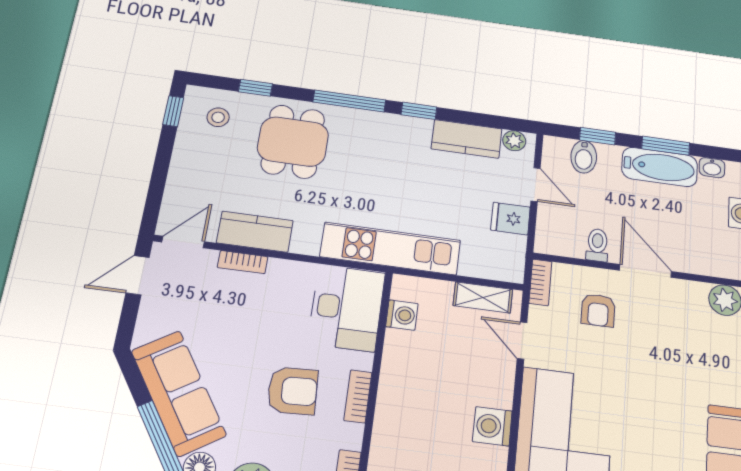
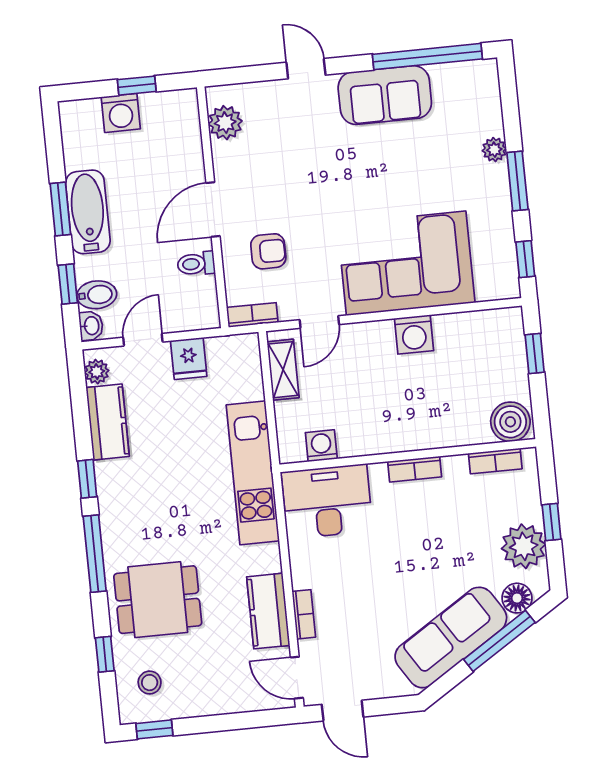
washbasin: (712, 168) -> (91, 326), moved
armchair: (293, 391) -> (424, 532), removed

